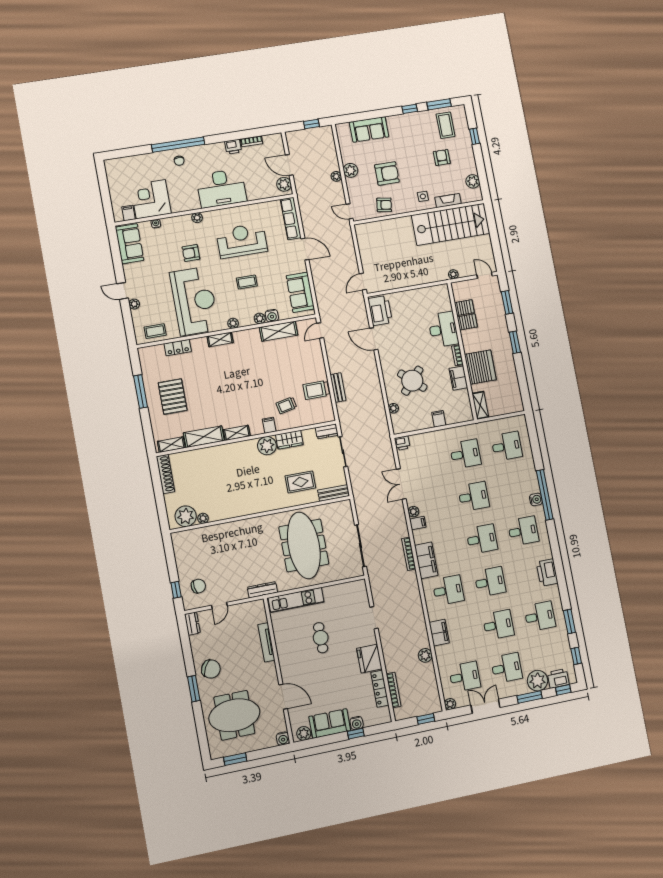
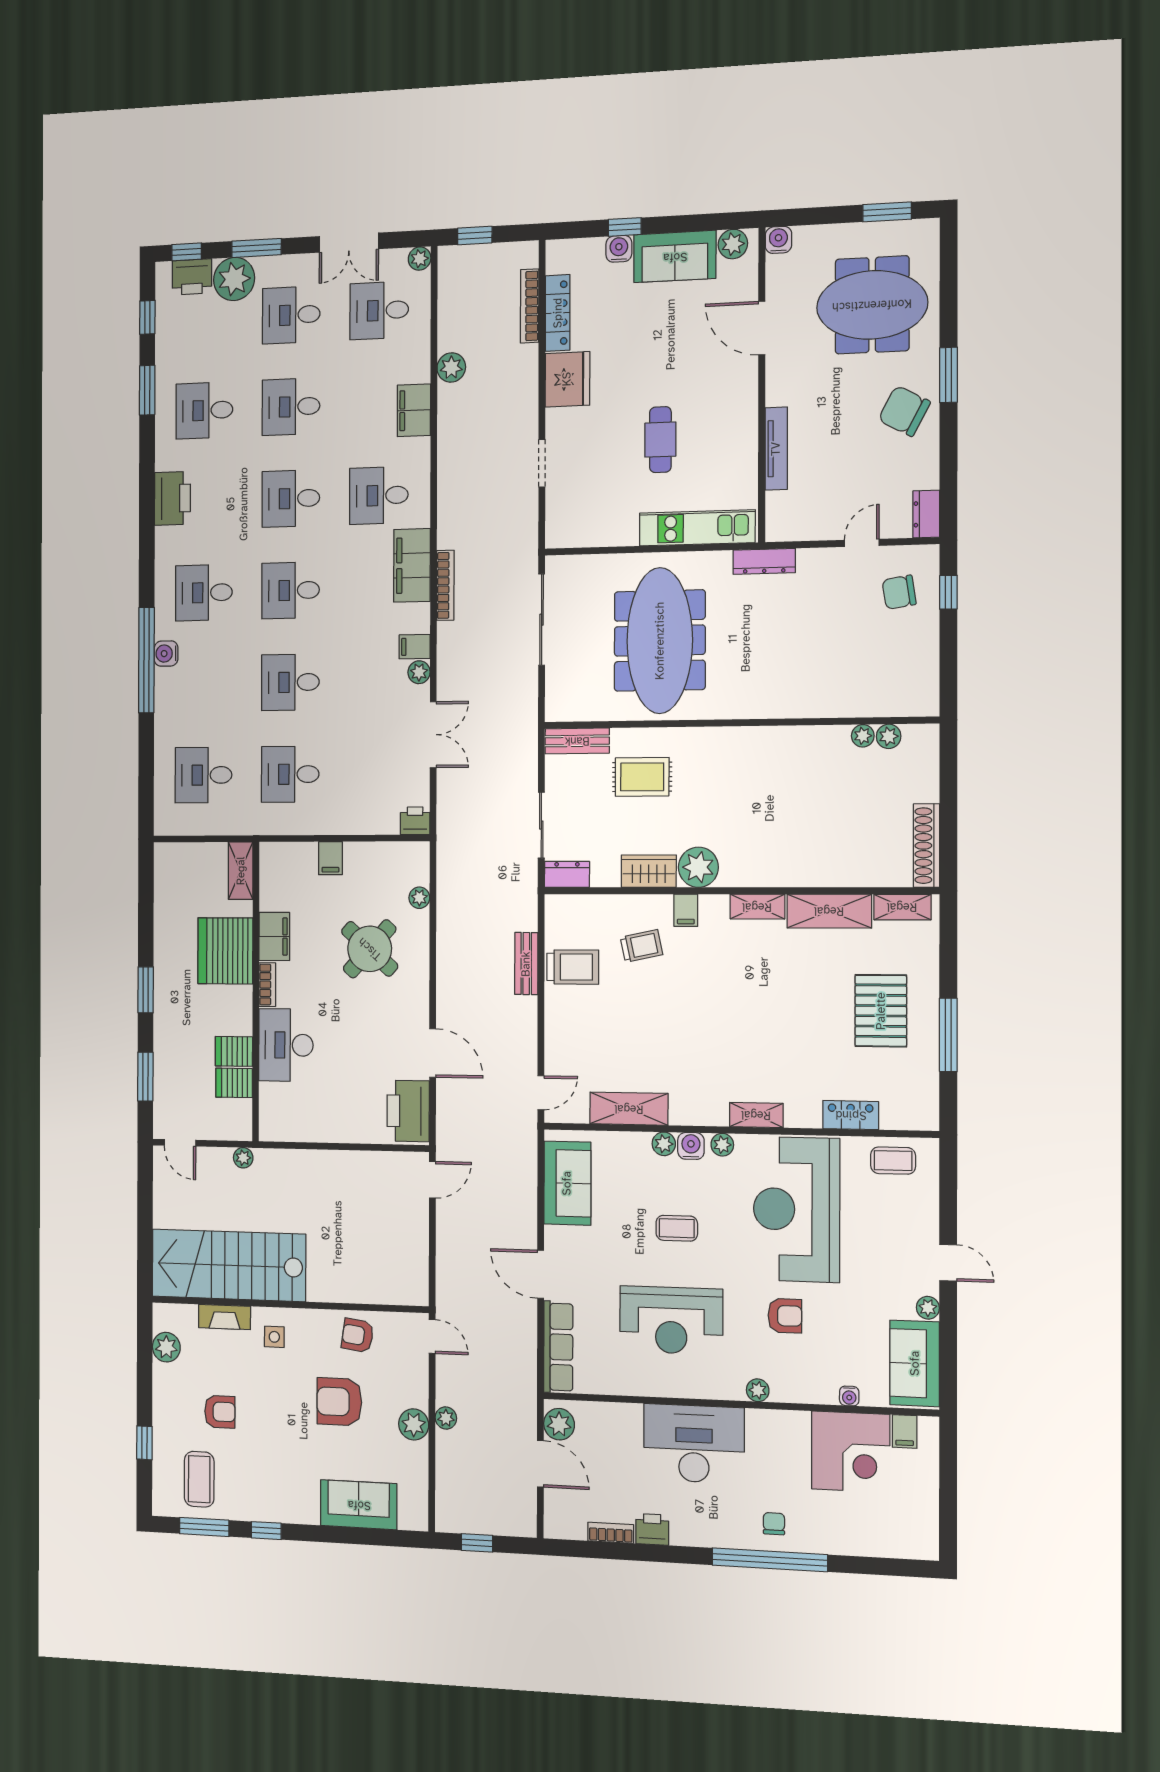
armchair: (442, 157) -> (220, 1412), turned -90
plant: (134, 304) -> (928, 1308), moved
water cooler: (272, 316) -> (691, 1146), moved
plant: (186, 516) -> (889, 736), width x0.53, depth x0.53

